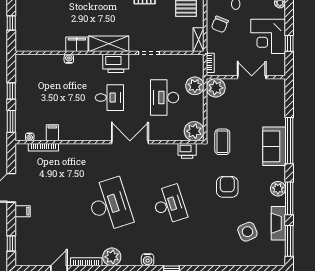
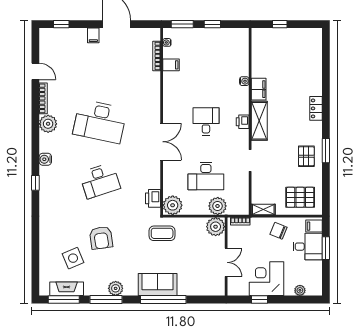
printer: (116, 63) -> (243, 122), width x0.53, depth x0.68
desk: (109, 98) -> (206, 121), turned 180
desk: (165, 98) -> (206, 176), turned 180
armchair: (227, 187) -> (101, 238), moved, turned 82
desk: (109, 205) -> (100, 121), turned 30
fireplace: (278, 223) -> (67, 289), moved

